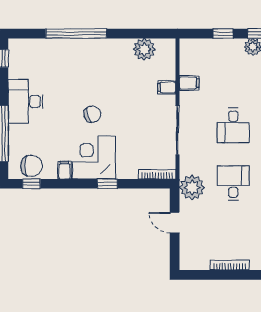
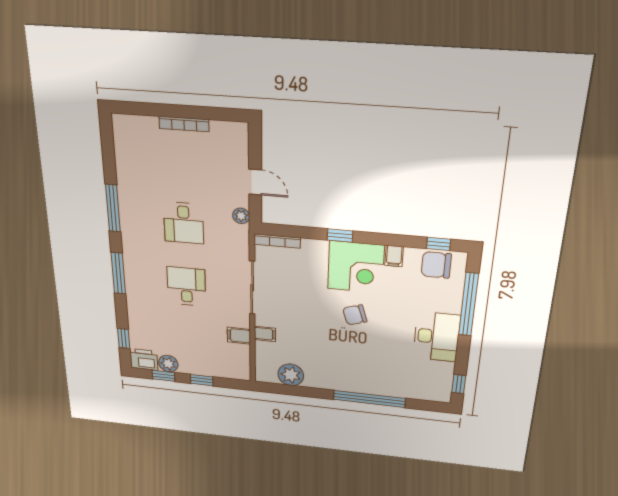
plant: (192, 187) -> (241, 216), width x0.53, depth x0.53

